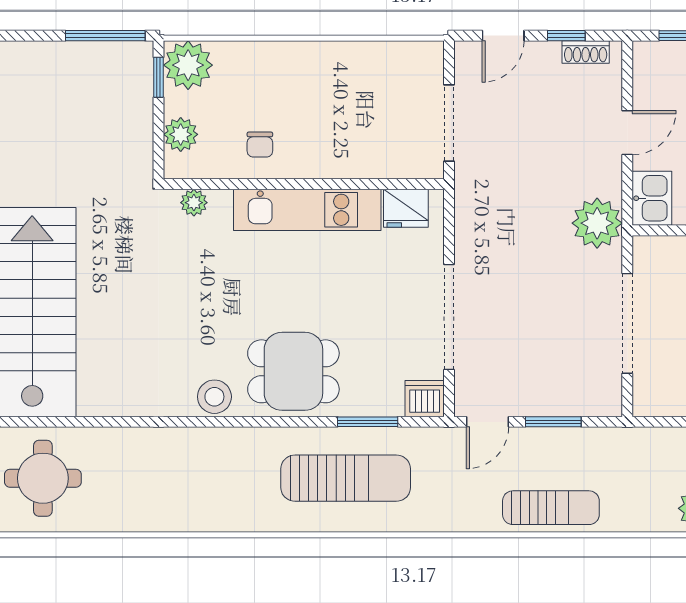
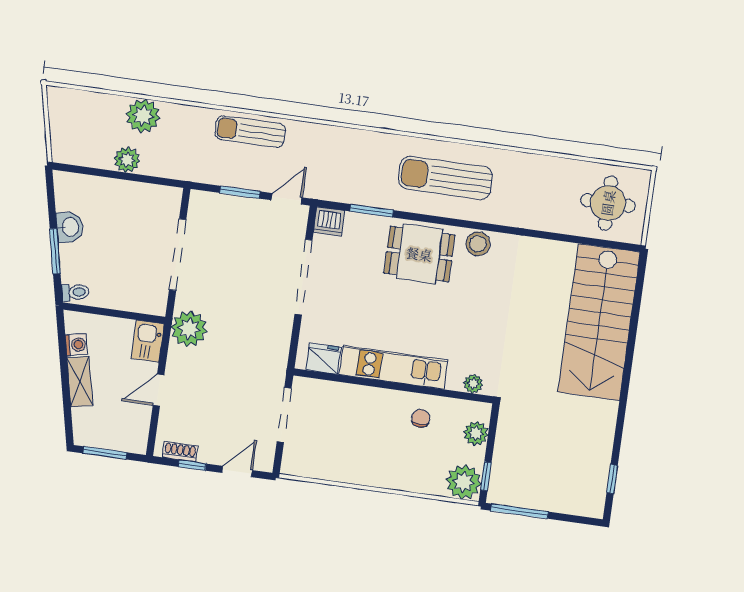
sun lounger: (346, 478) -> (445, 178), moved

